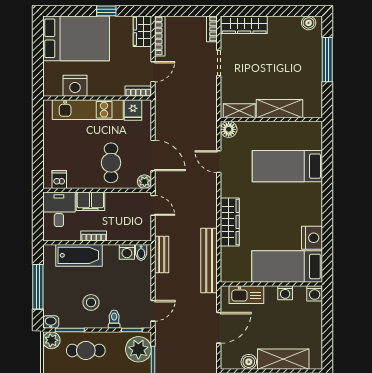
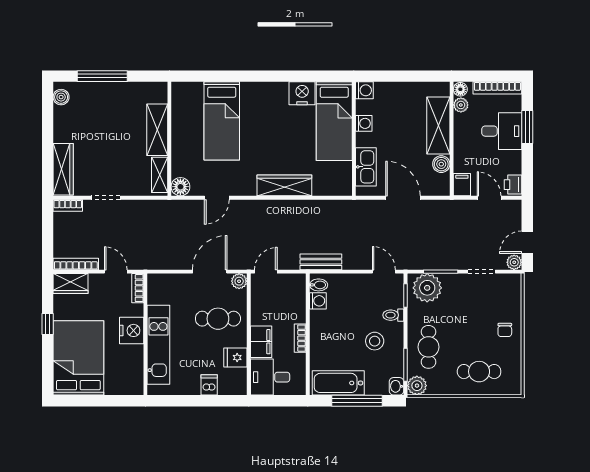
nightstand: (75, 86) -> (132, 330), moved
fridge: (133, 110) -> (235, 358), moved, turned 180
dishwasher: (59, 179) -> (209, 385), moved, turned 90
bathtub: (79, 255) -> (338, 383), moved, turned -90
bench: (209, 261) -> (328, 209), removed

